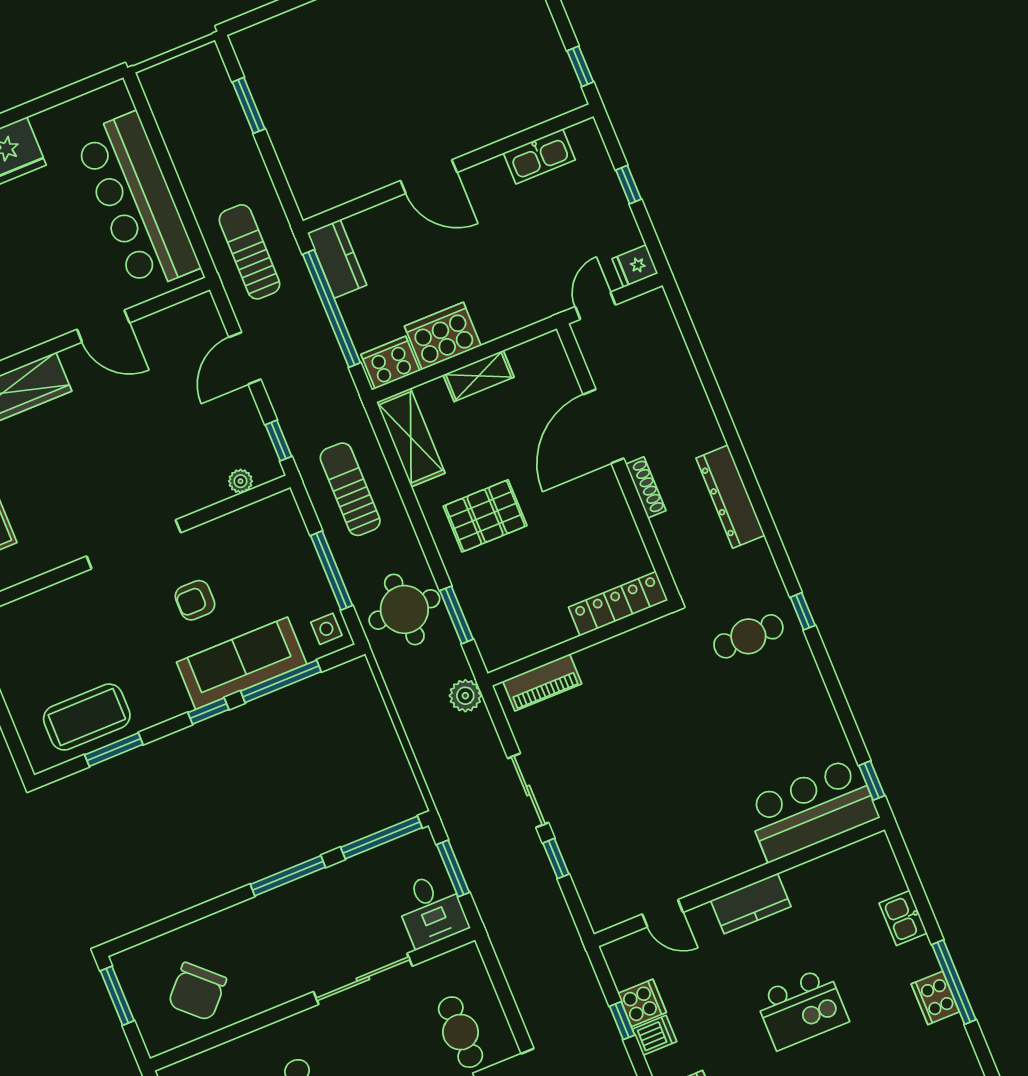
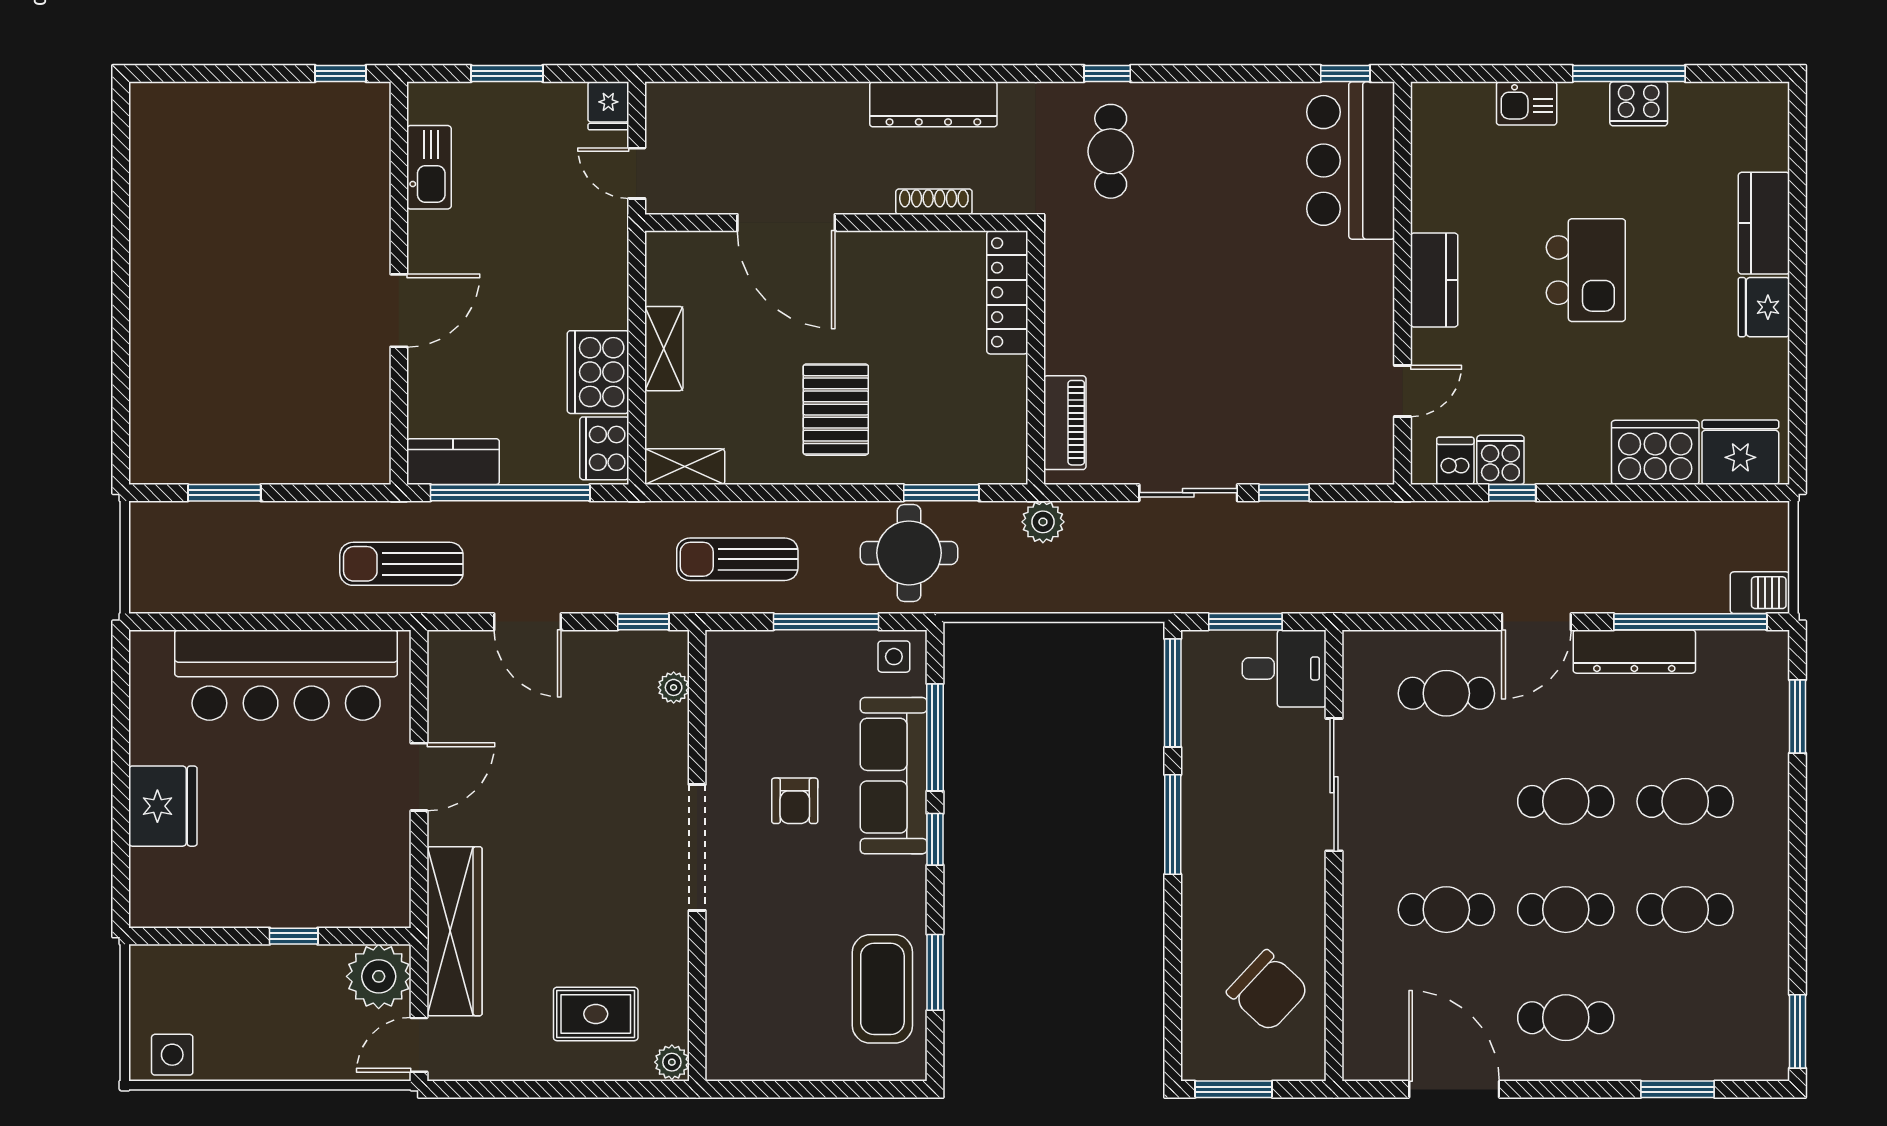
window: (629, 185) -> (507, 74), width x1.50
shelving: (411, 437) -> (685, 467), width x0.67, depth x0.75
shoe rack: (646, 487) -> (934, 202), moved
dishwasher: (655, 1035) -> (1455, 461), moved

